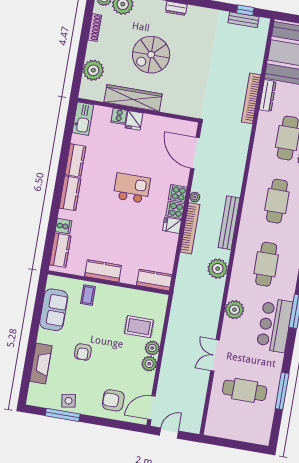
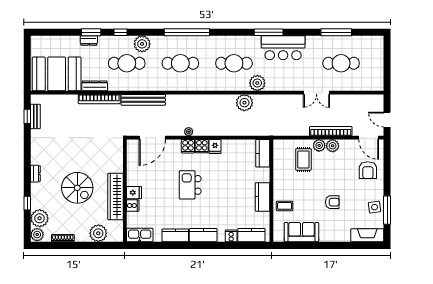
bench: (229, 223) -> (143, 100), moved
bookcase: (190, 228) -> (331, 131), moved
plant: (234, 310) -> (257, 83), moved
fireplace: (41, 363) -> (367, 235), moved
cafe table: (245, 390) -> (341, 63), turned 90

